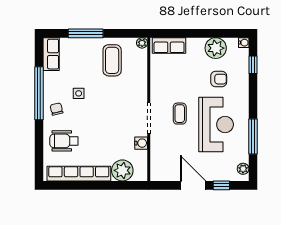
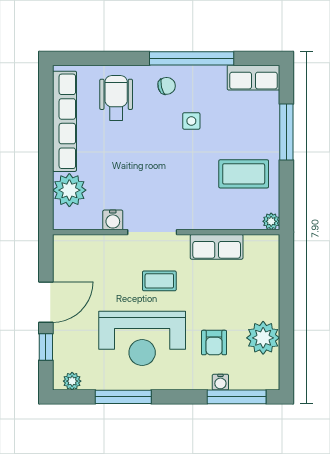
water cooler: (244, 43) -> (220, 382), moved
row of seats: (169, 45) -> (217, 247), moved, turned -90
window: (253, 65) -> (237, 397), width x2.17

